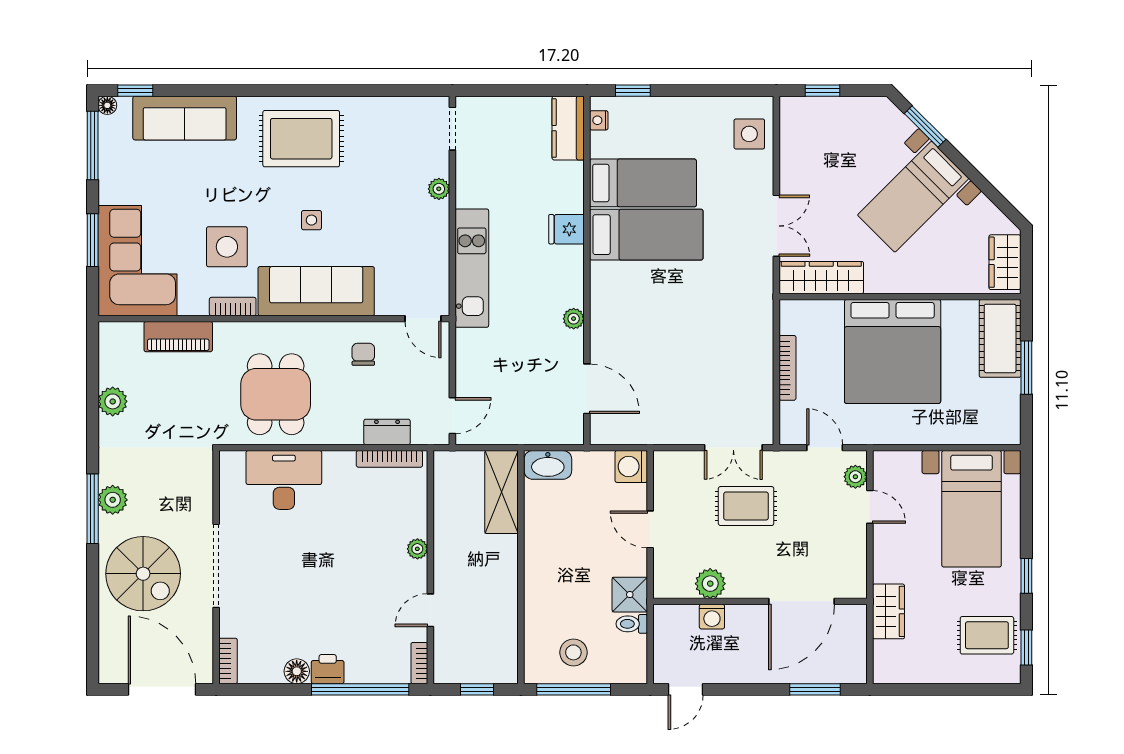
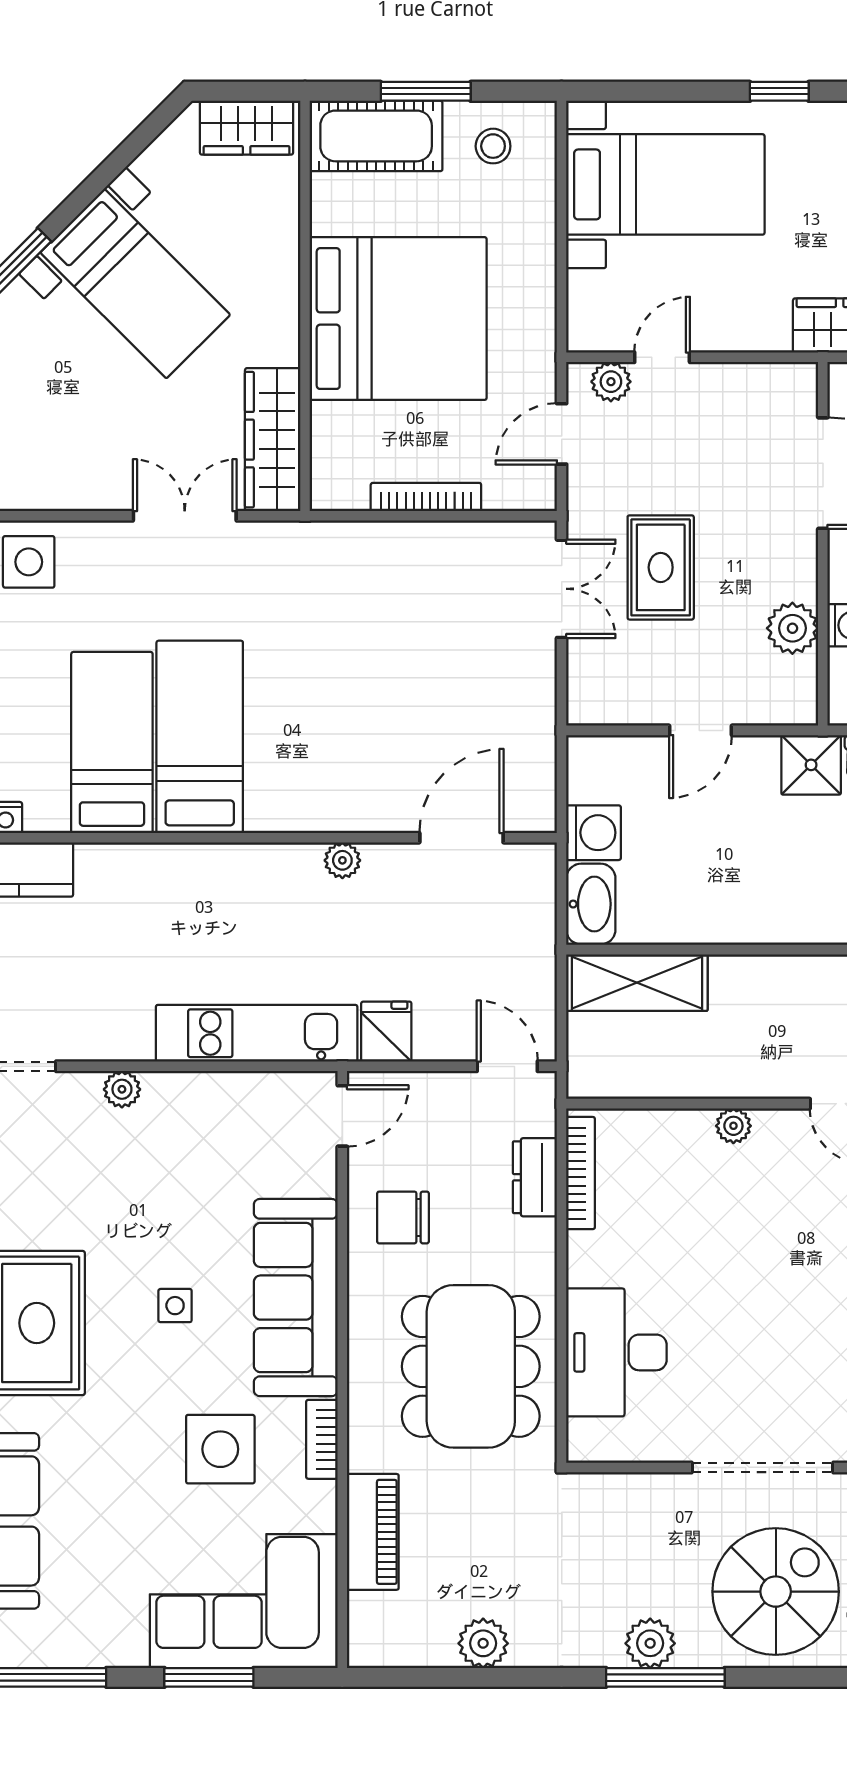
fridge: (566, 229) -> (386, 1032), moved, turned 180
chair: (363, 354) -> (403, 1217), width x1.37, depth x1.37
dining table: (276, 394) -> (471, 1366), width x1.38
stool: (994, 407) -> (493, 146), added
washing machine: (631, 466) -> (594, 833), moved, turned -90

